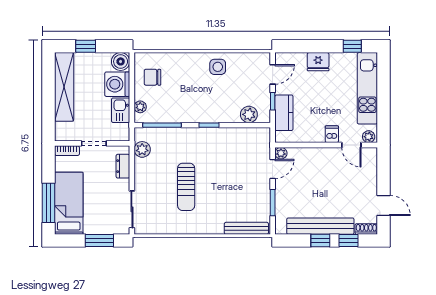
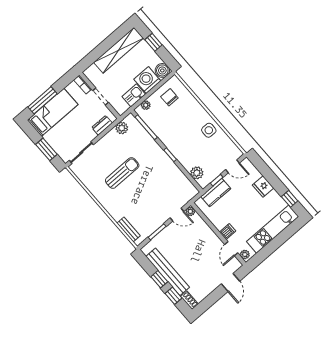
sun lounger: (186, 187) -> (122, 173), turned 180
door: (384, 205) -> (230, 283), moved
bench: (246, 228) -> (129, 230), width x0.73

